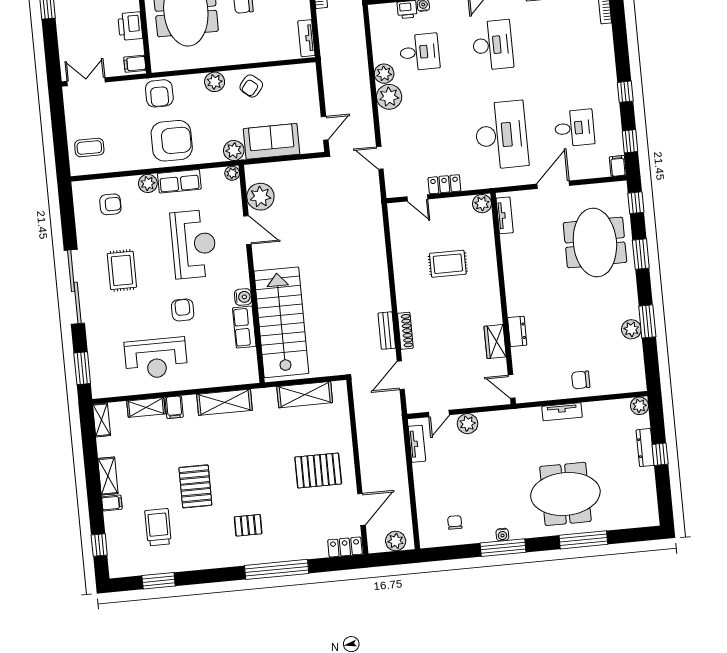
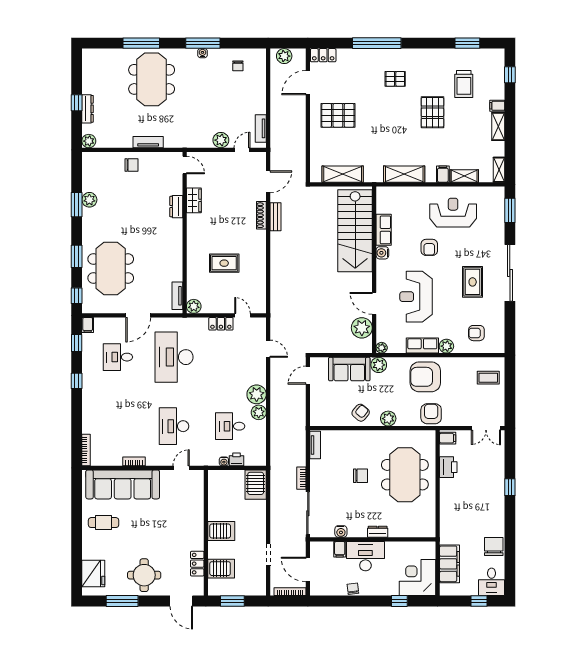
meeting table: (565, 494) -> (152, 79), turned 90

